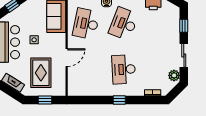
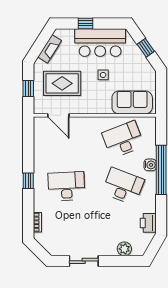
desk: (86, 24) -> (123, 139), turned -33
window: (184, 26) -> (121, 261), removed
door: (67, 58) -> (58, 115), moved
plant: (174, 75) -> (124, 249), moved

